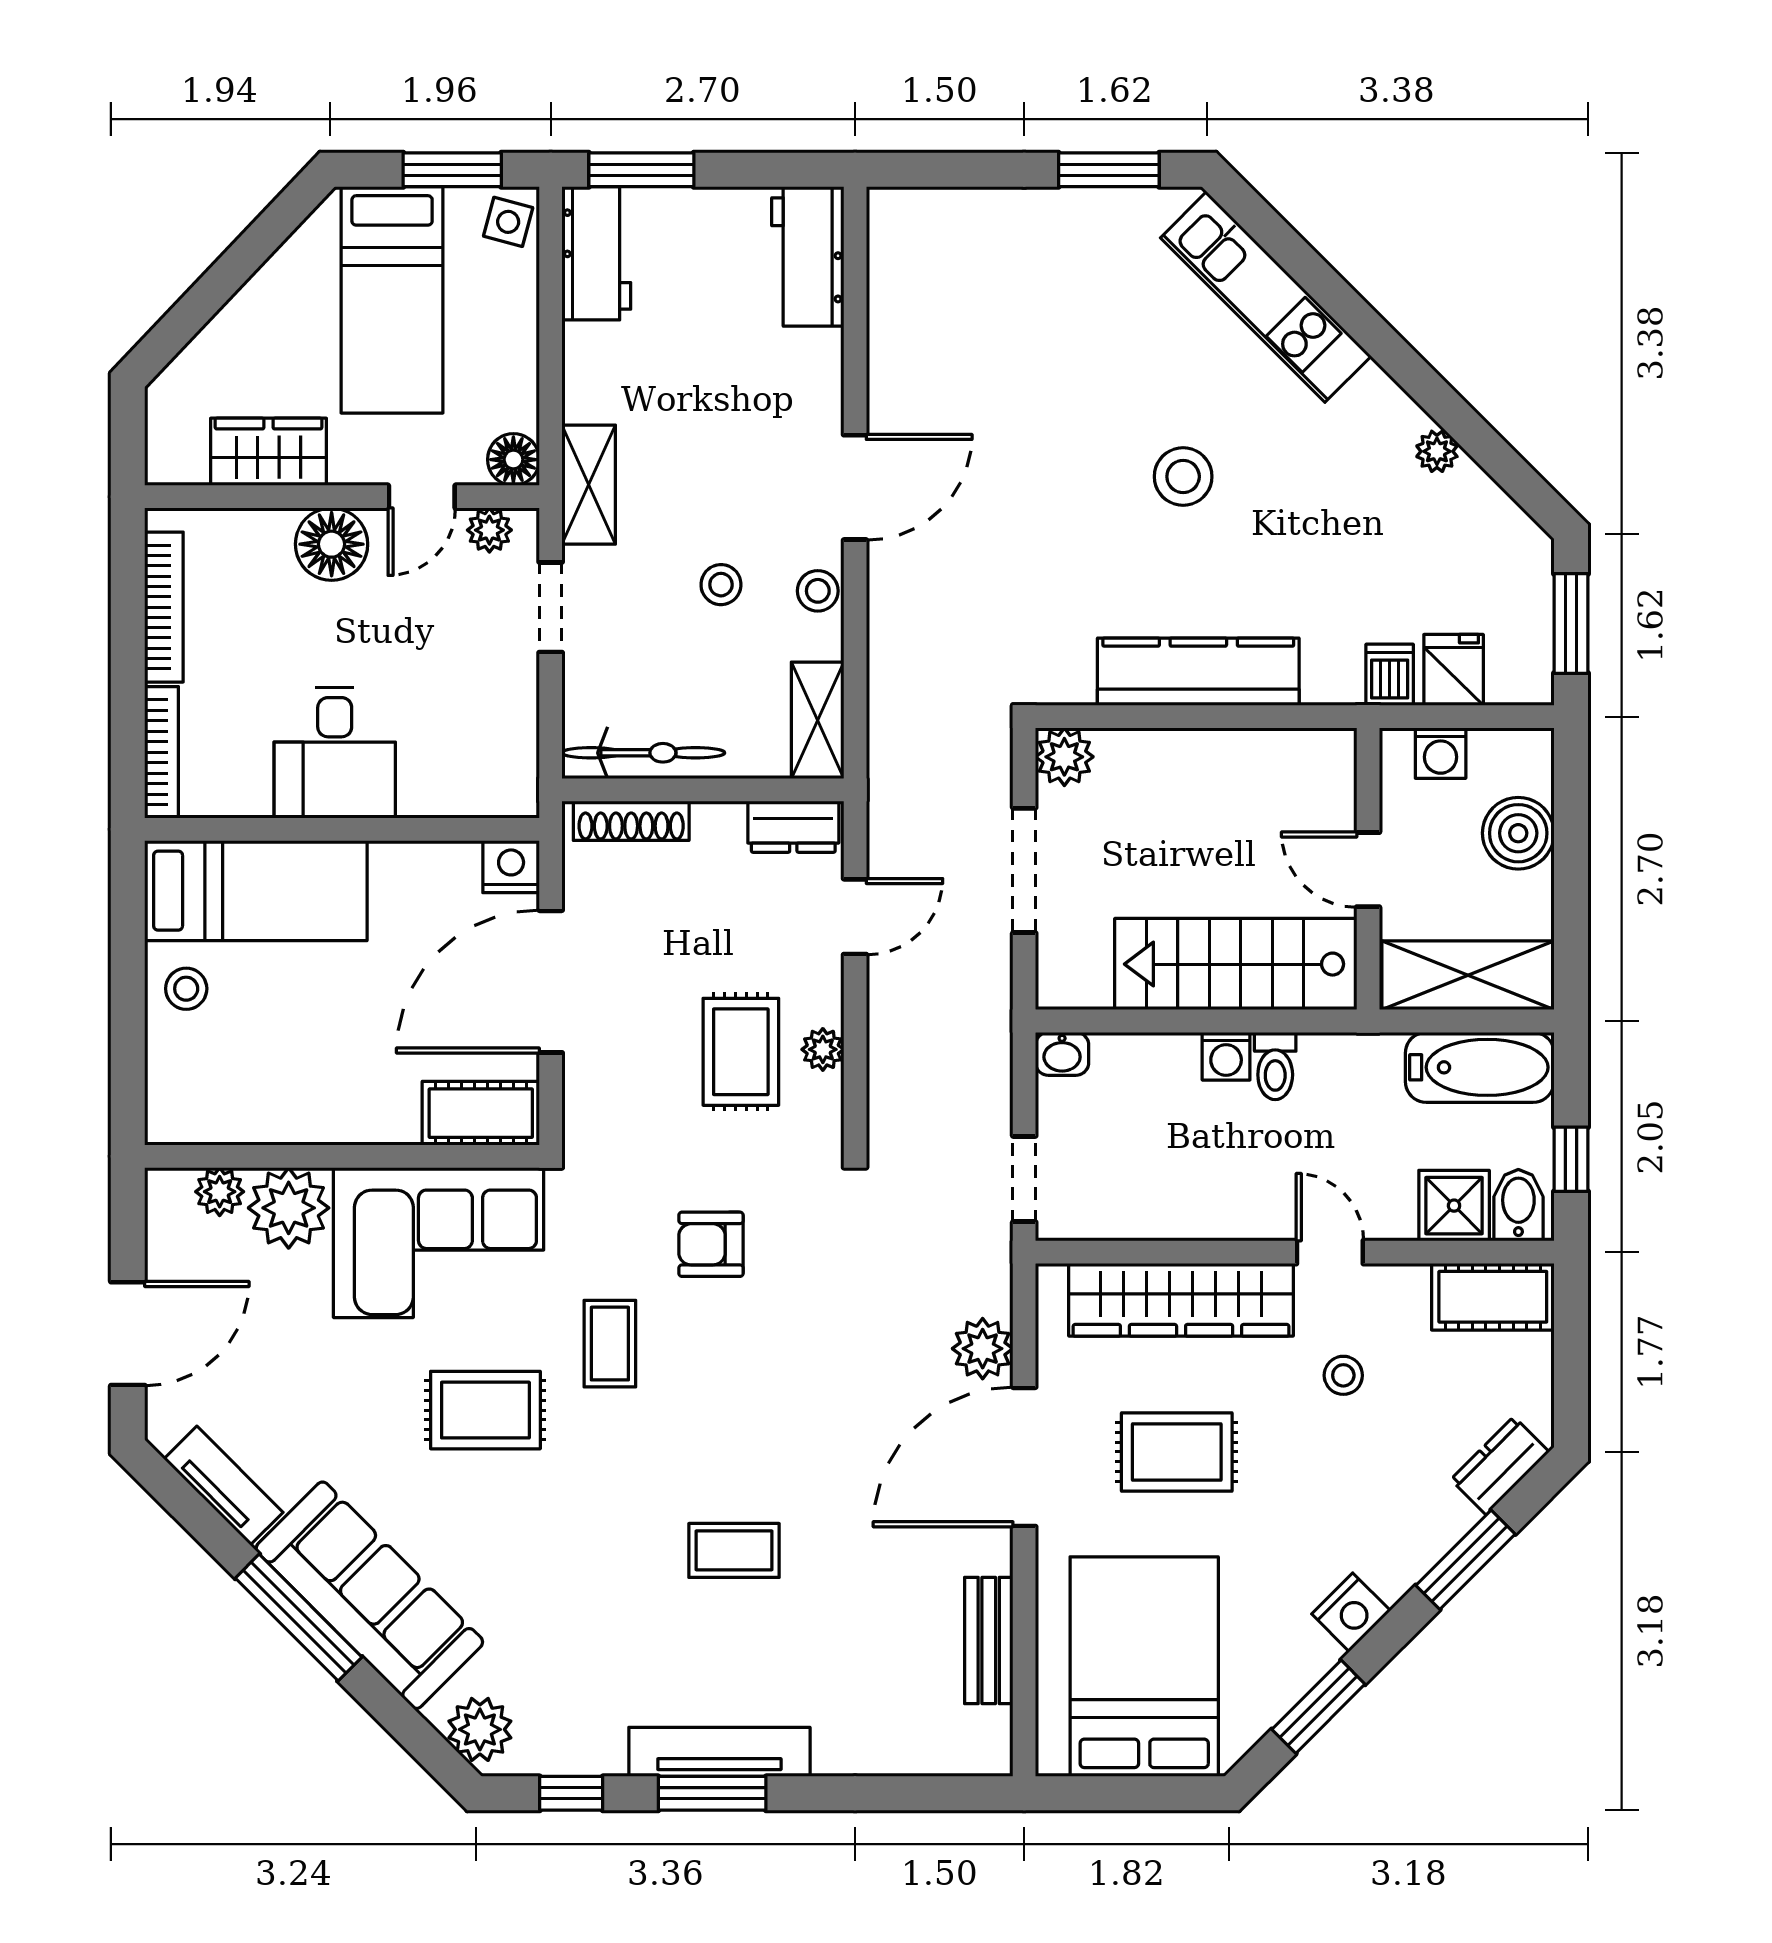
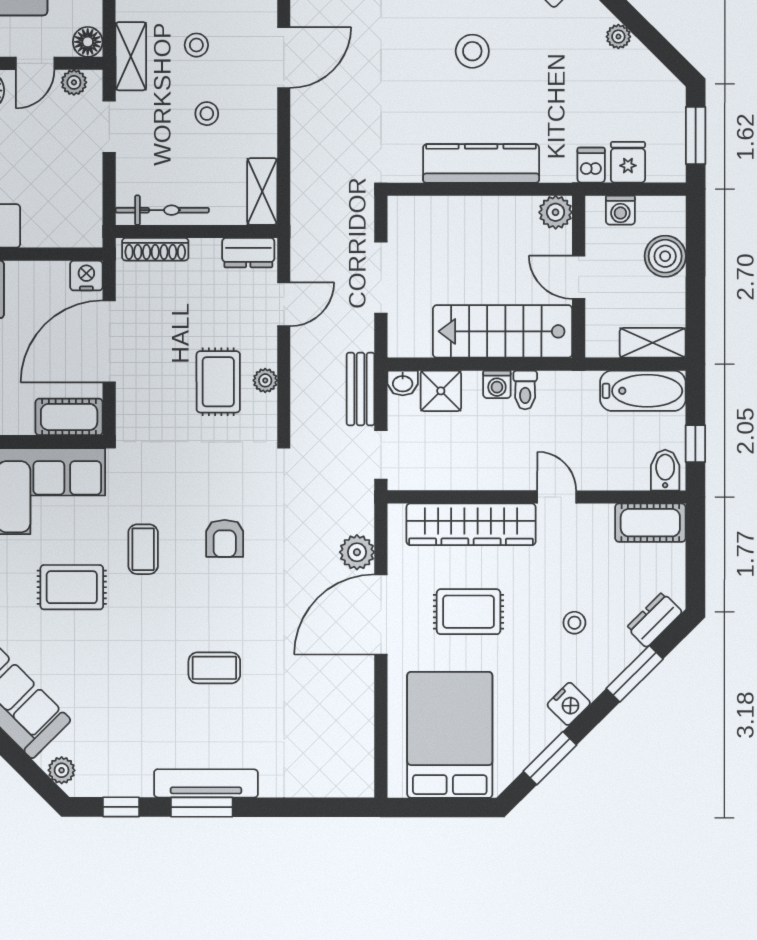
stool: (818, 591) -> (196, 45), moved
plant: (1064, 757) -> (556, 212), moved
shelving: (1468, 975) -> (653, 343), width x0.67, depth x0.75
shower: (1454, 1206) -> (441, 391), moved
armchair: (711, 1244) -> (225, 538), moved, turned -90
stool: (1343, 1375) -> (574, 623), moved
bench: (989, 1640) -> (361, 389), moved
plant: (480, 1729) -> (62, 770), width x0.73, depth x0.73

